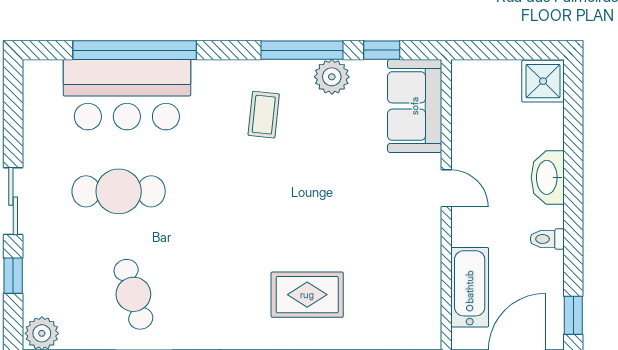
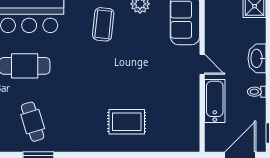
coffee table: (264, 115) -> (103, 24), width x1.36, depth x1.30
bathtub: (470, 287) -> (215, 101), moved

